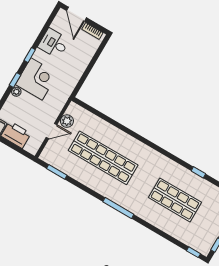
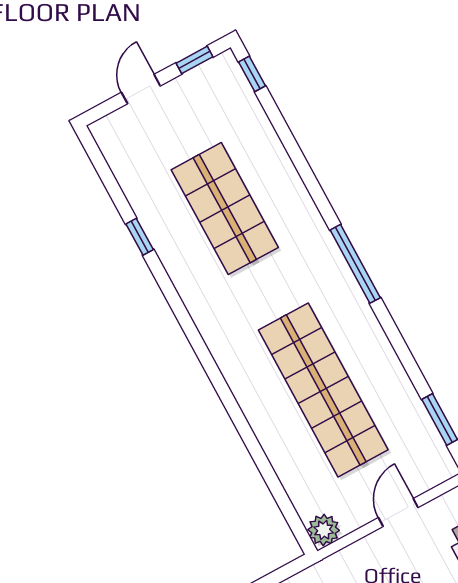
plant: (67, 121) -> (324, 530), moved
door: (52, 131) -> (398, 513), hinge flipped

